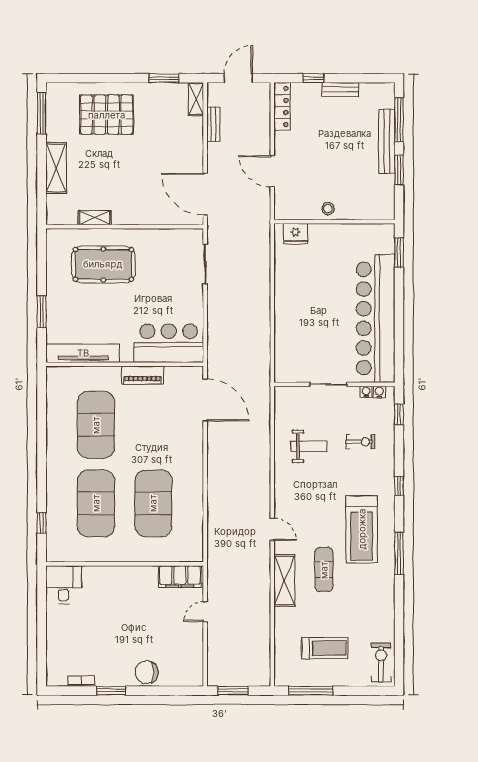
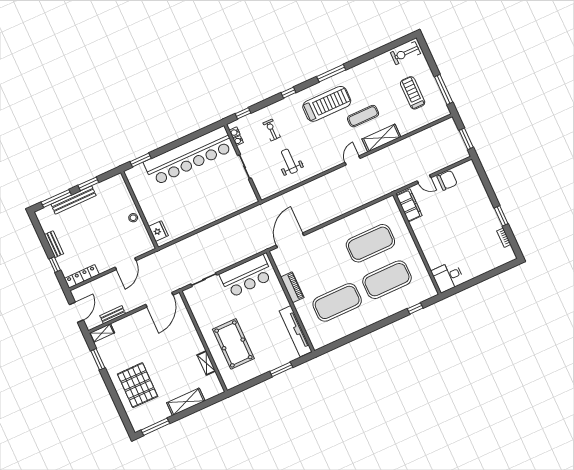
door: (238, 78) -> (76, 312), swing flipped
bar counter: (169, 343) -> (246, 276), moved, turned -90
chair: (147, 672) -> (447, 180), moved, turned -90

